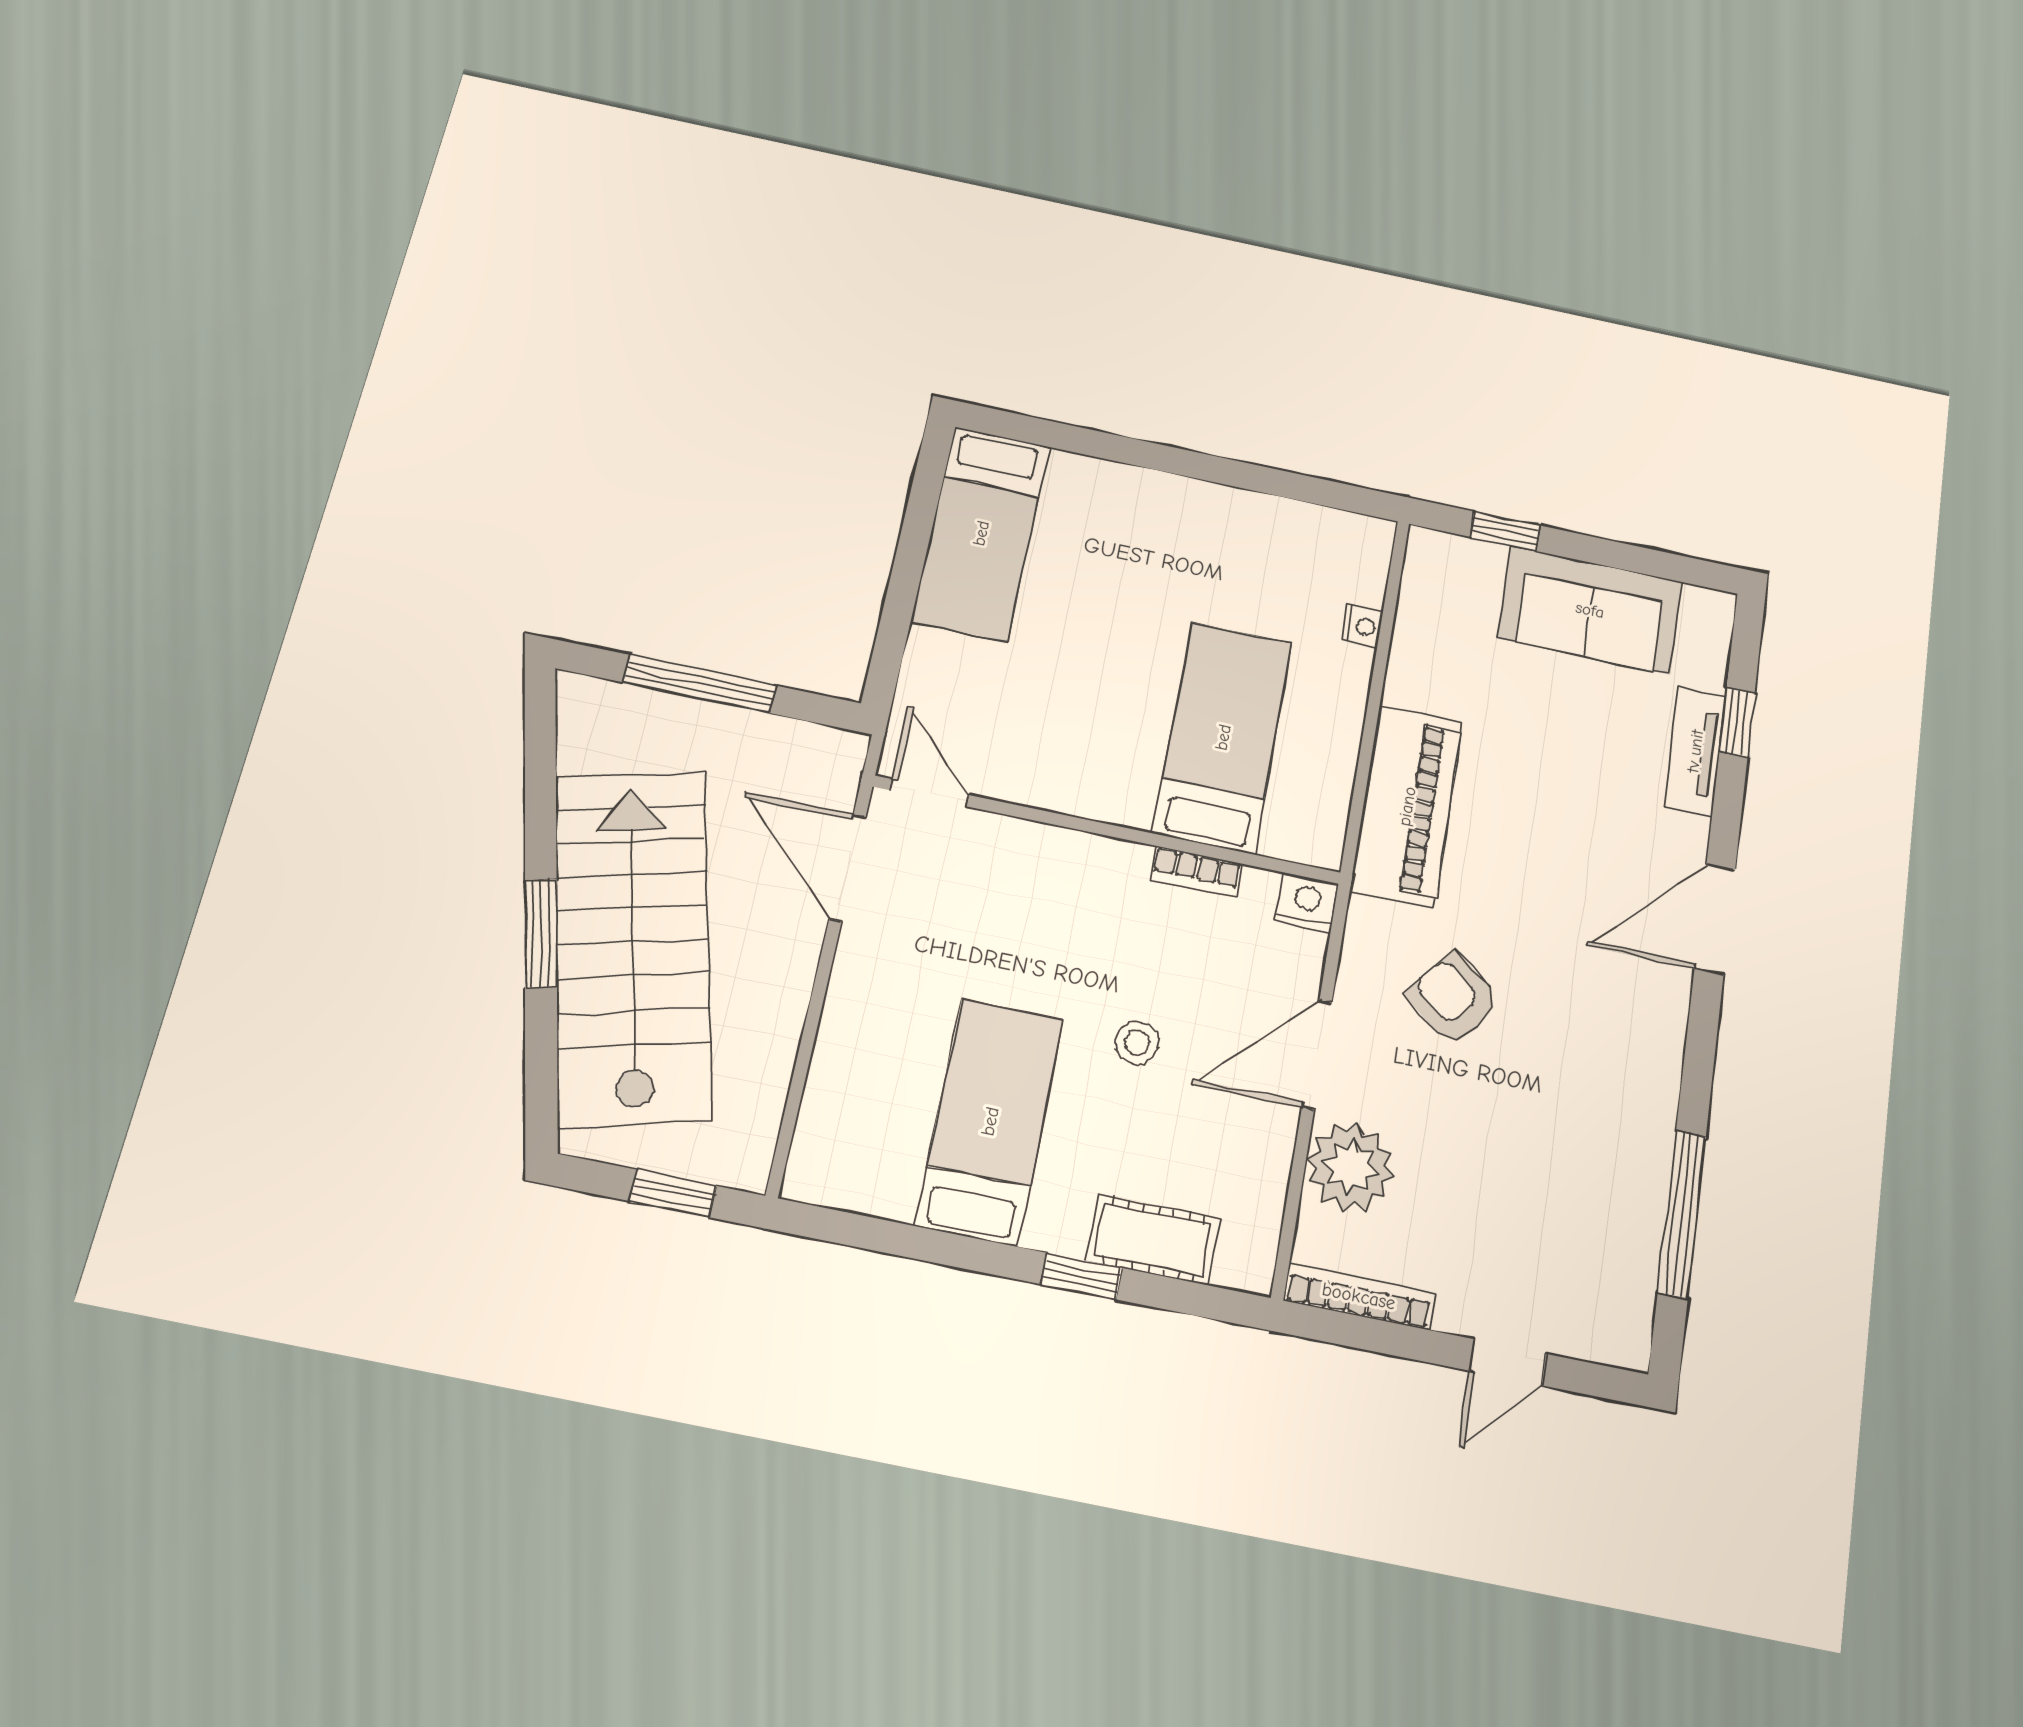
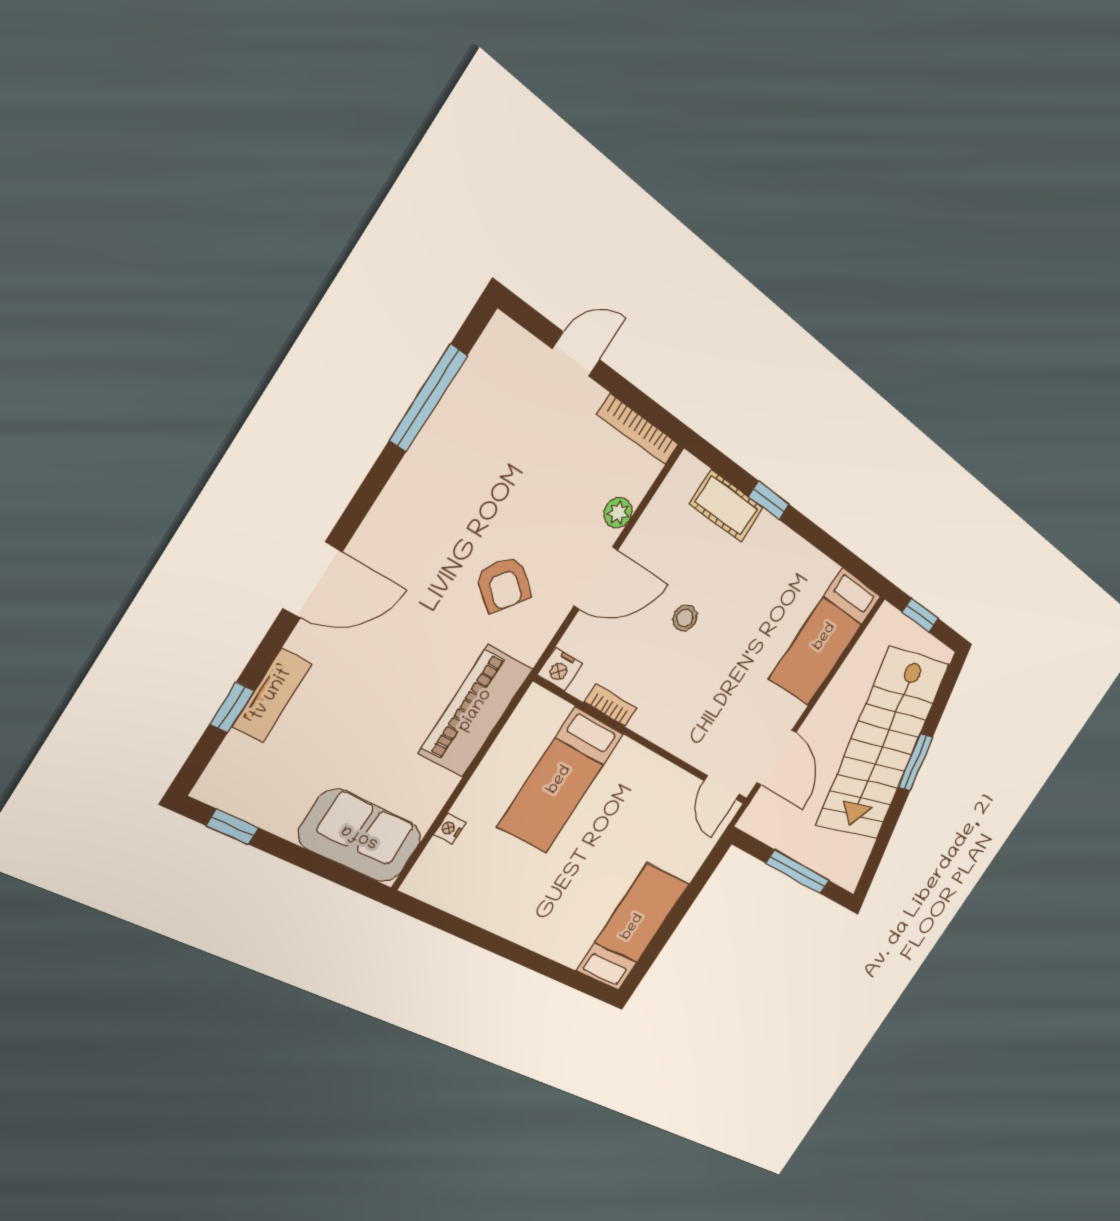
window: (1505, 531) -> (232, 827), moved
sofa: (1590, 610) -> (360, 836), moved
bed: (990, 1121) -> (825, 637), moved
plant: (1350, 1167) -> (618, 513), width x0.53, depth x0.53

